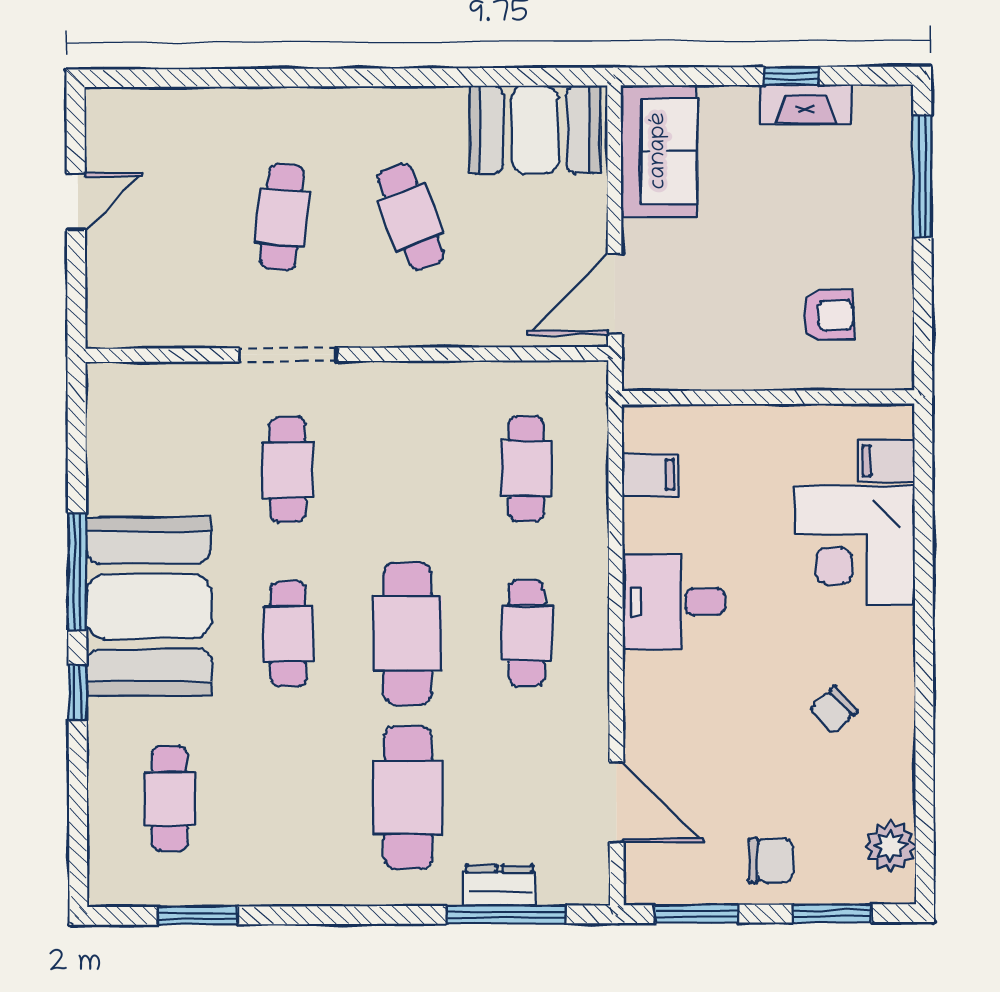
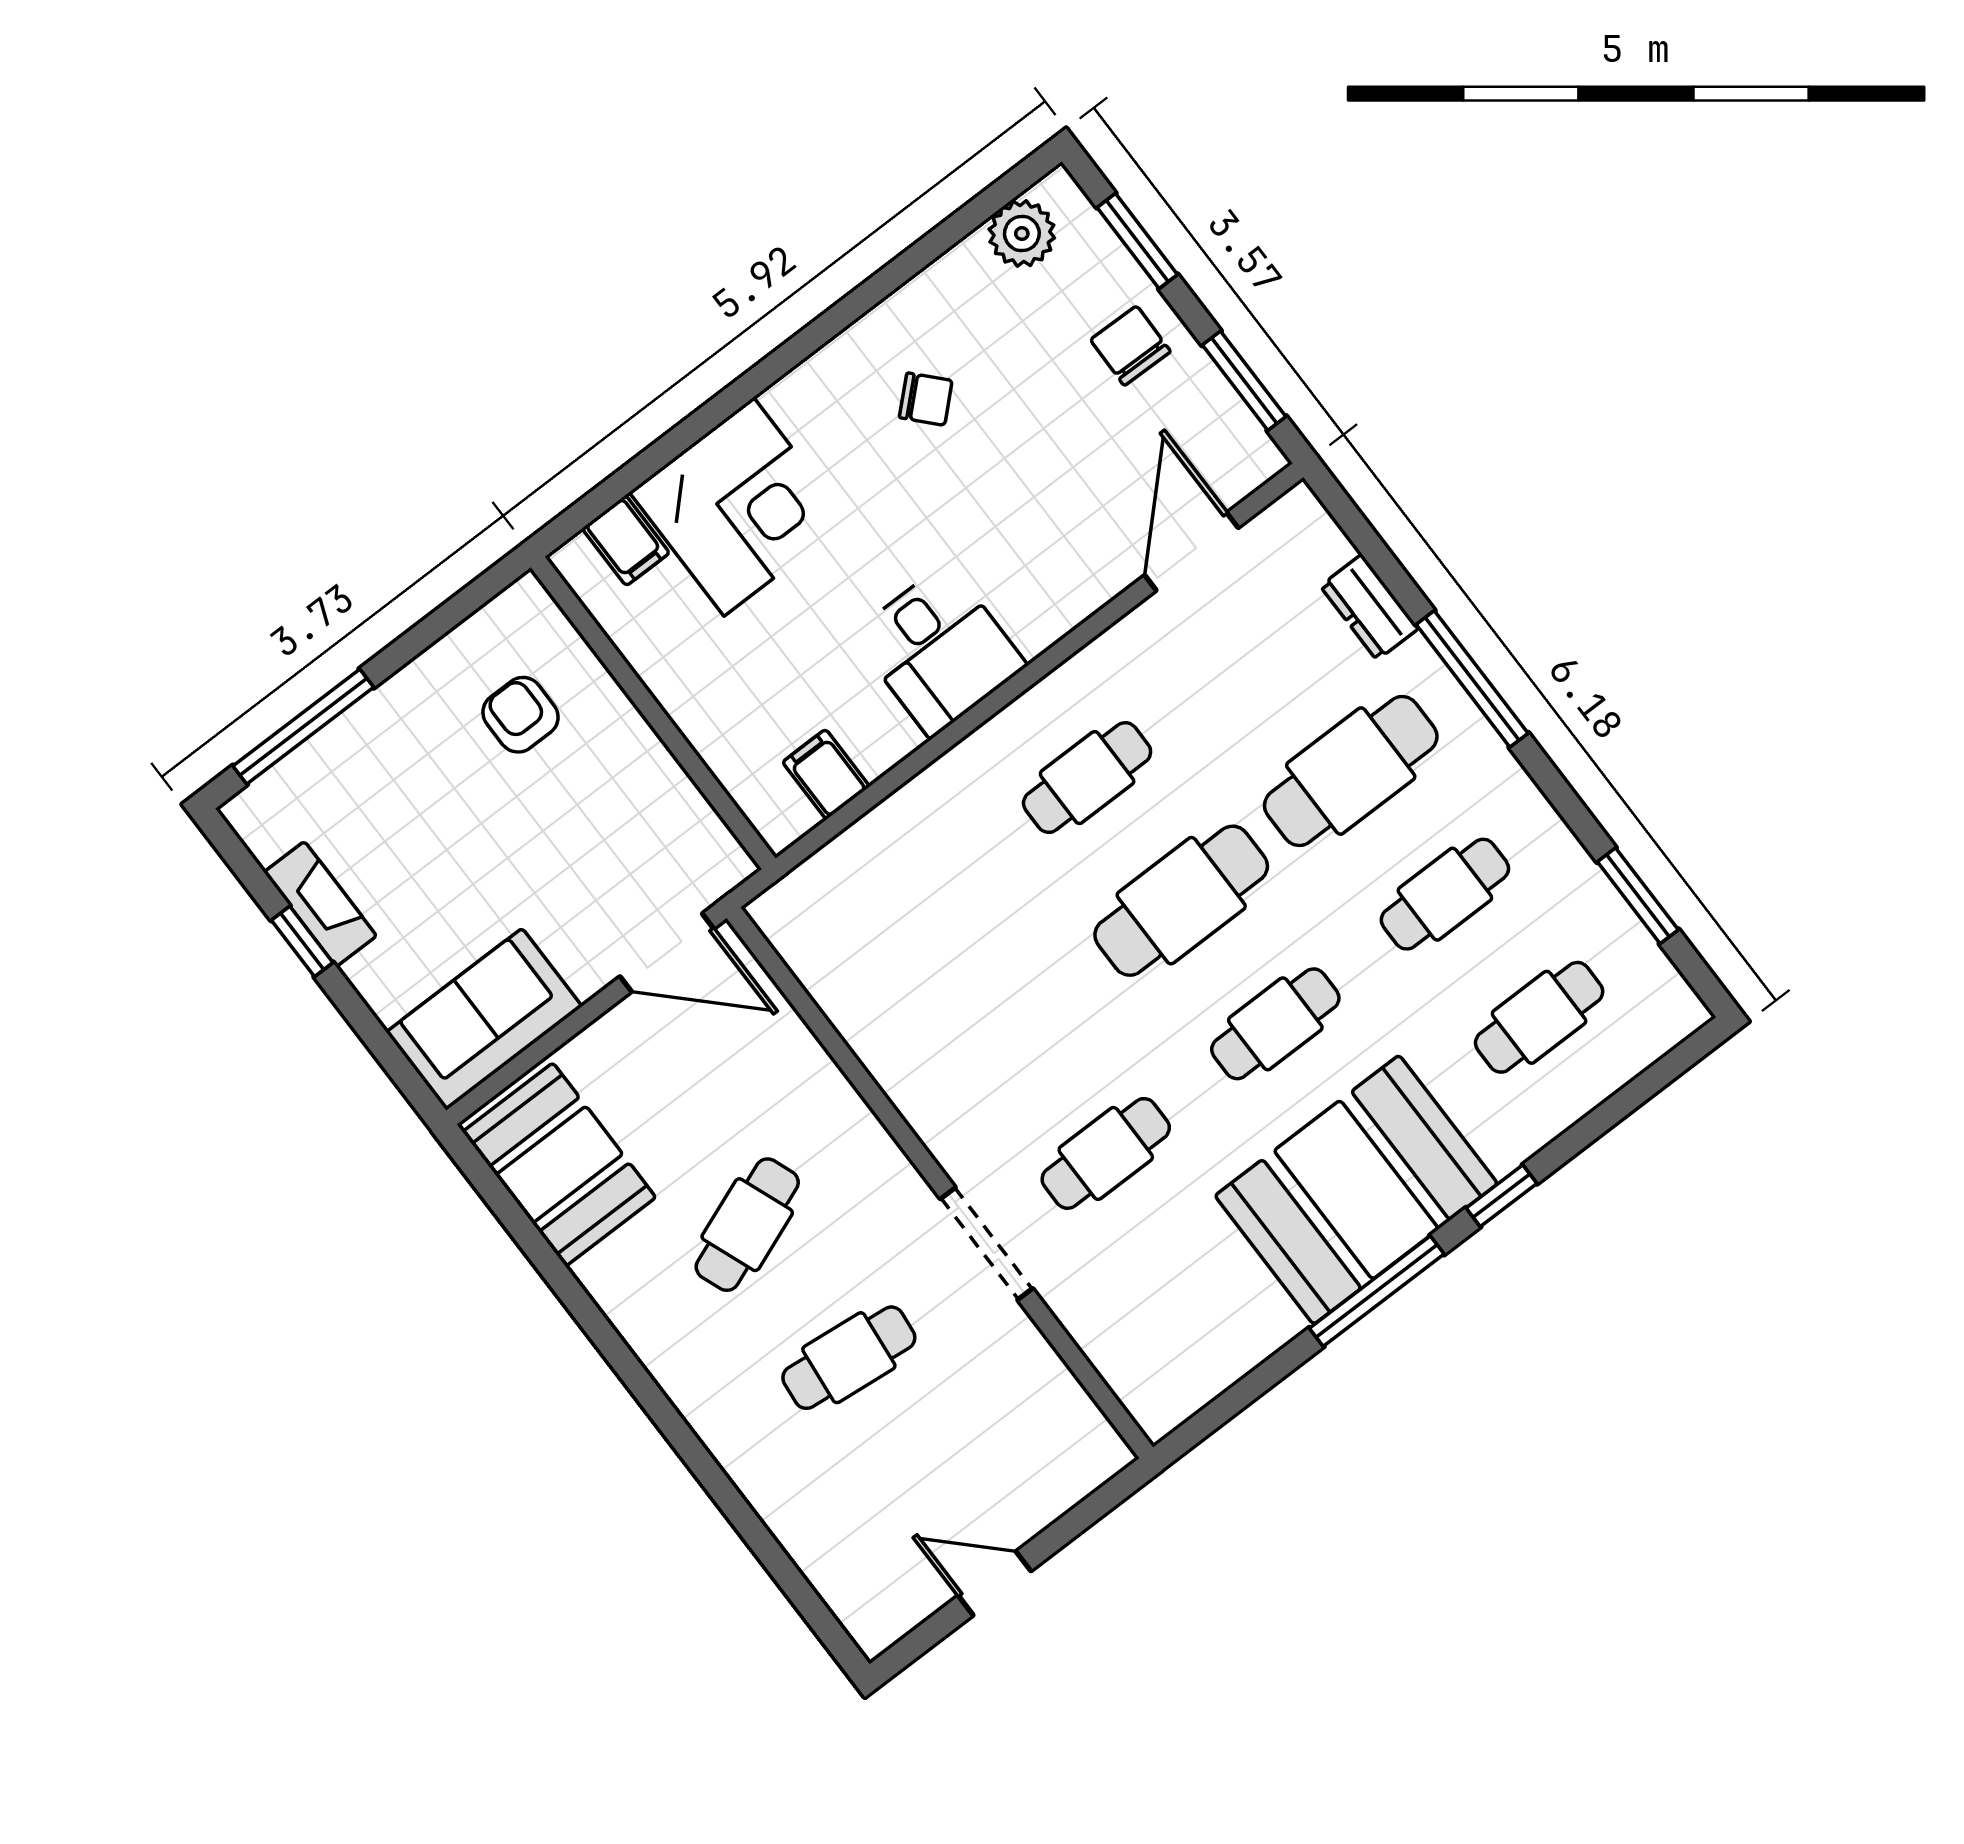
cafe table: (526, 469) -> (1445, 894), moved
window: (506, 915) -> (1472, 679), moved

